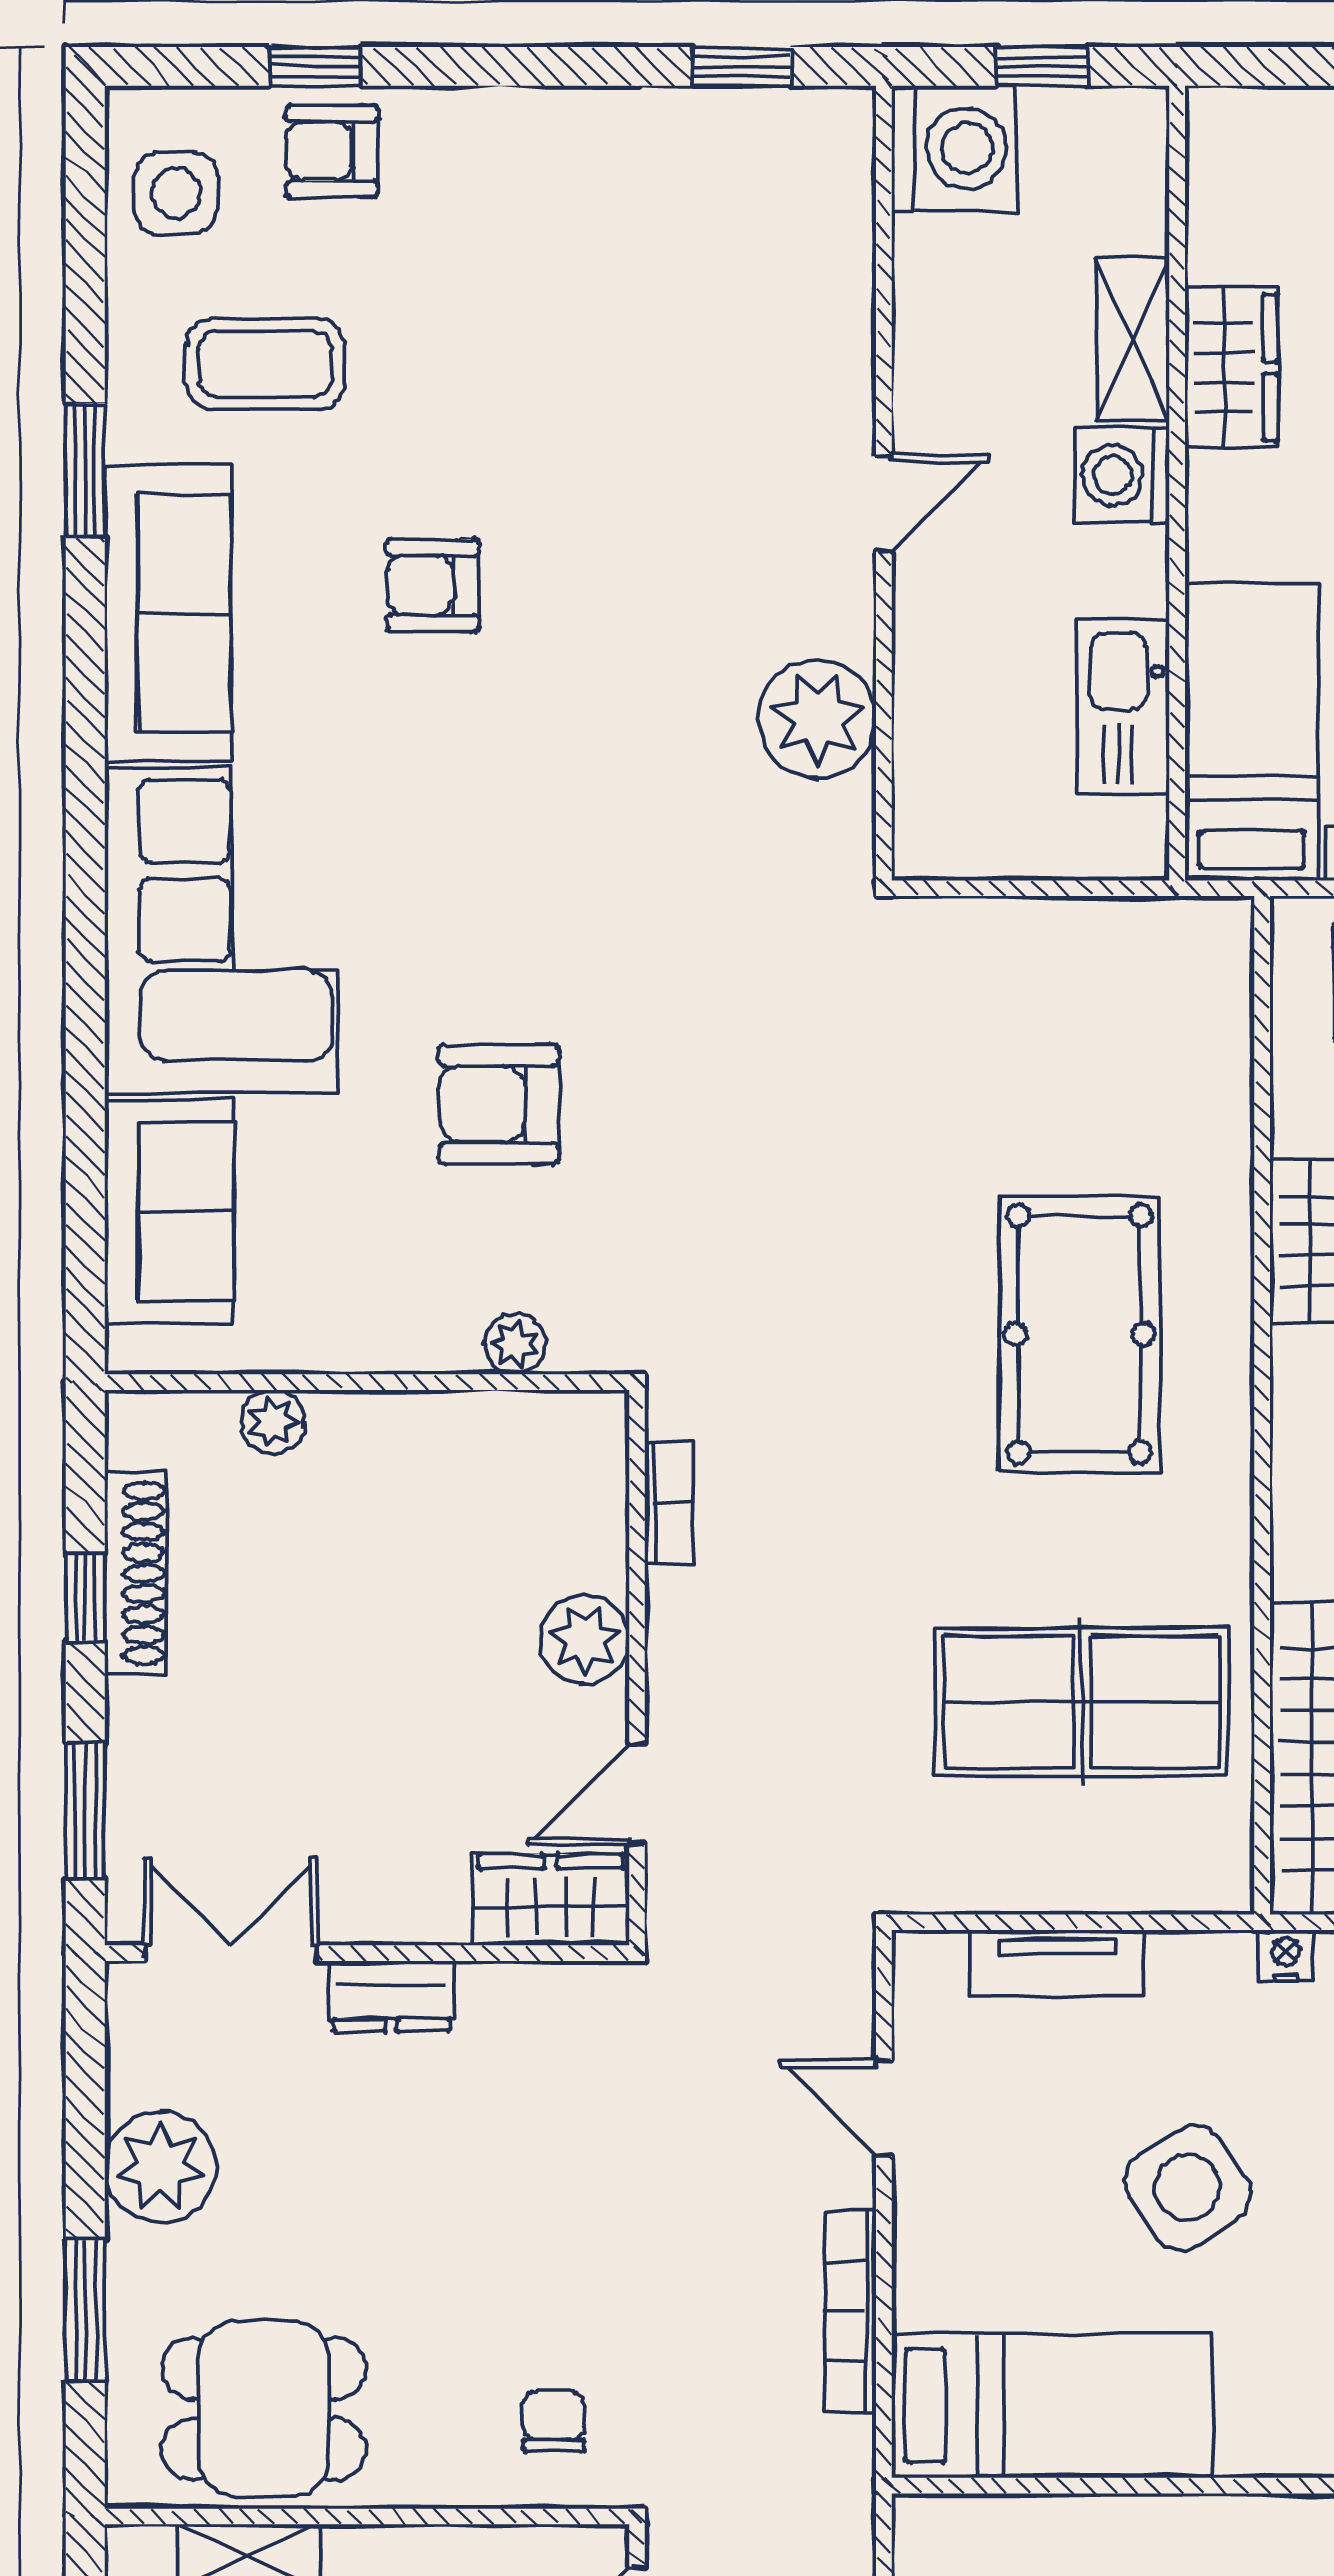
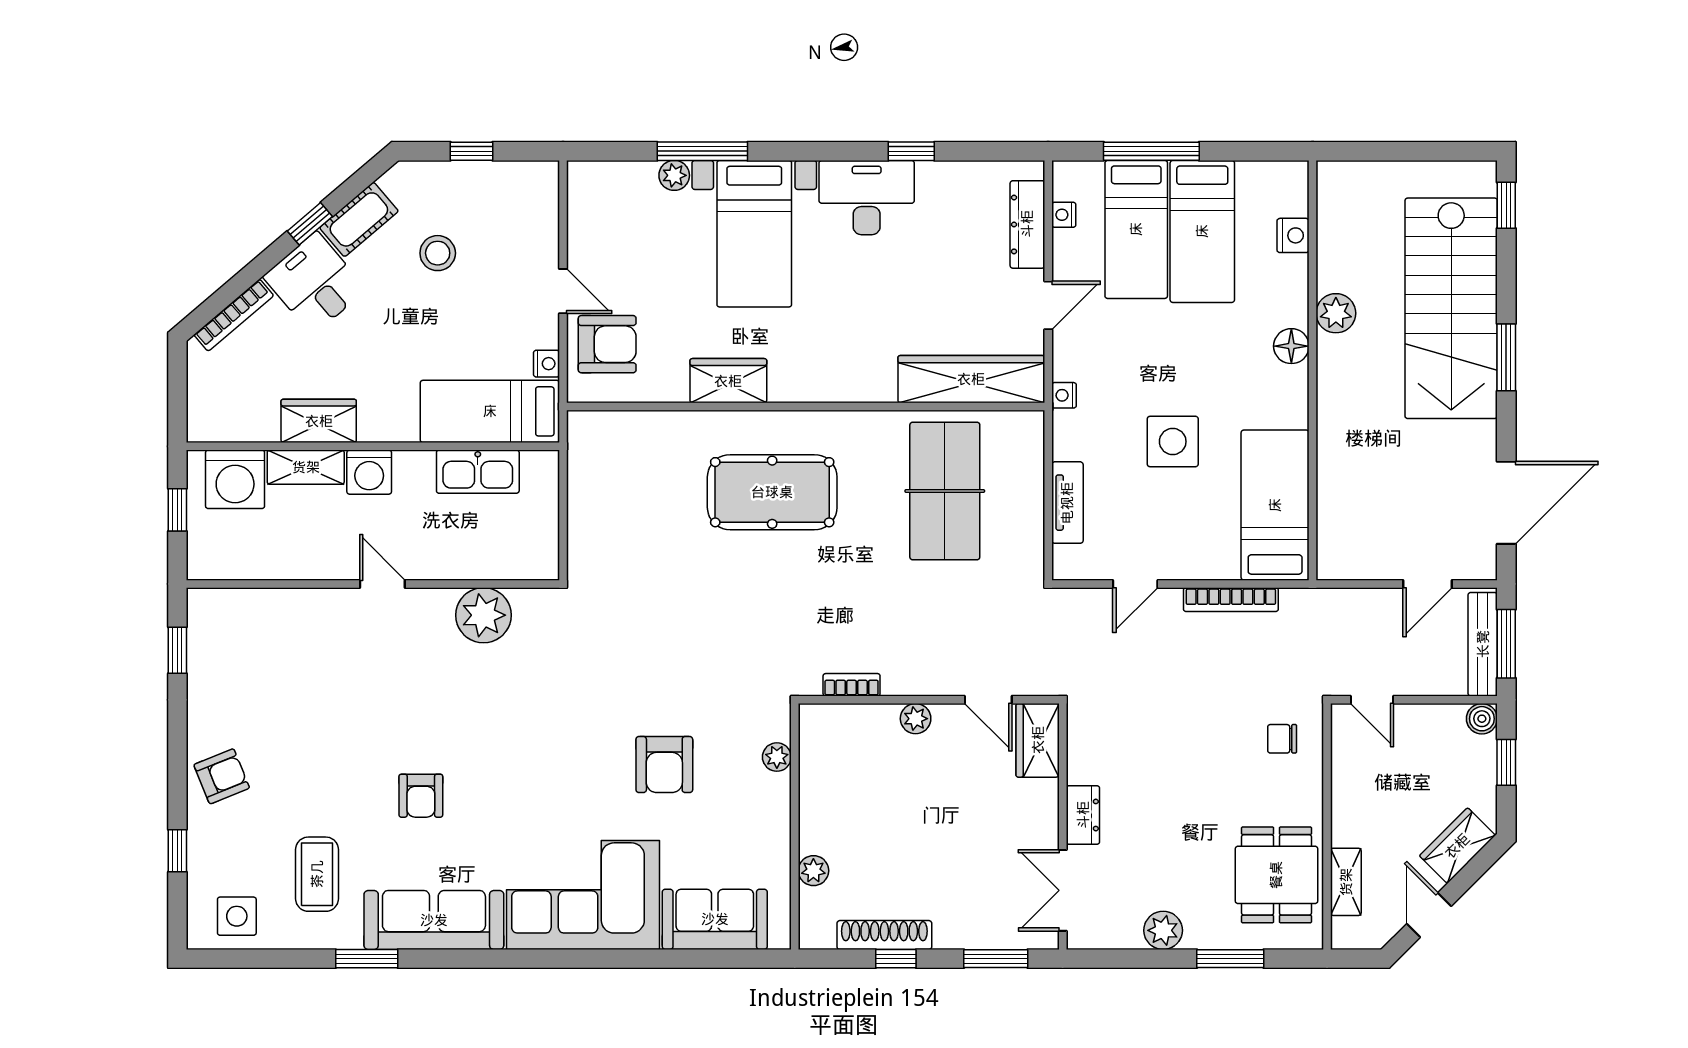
washing machine: (954, 148) -> (235, 479), moved, turned 180
armchair: (332, 151) -> (222, 776), moved, turned -112
plant: (585, 1640) -> (916, 719), width x0.73, depth x0.73
plant: (160, 2167) -> (1163, 930), width x0.73, depth x0.73
side table: (1187, 2188) -> (1173, 442), turned 34

